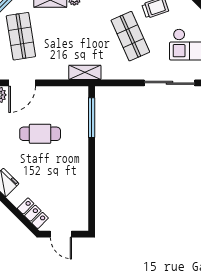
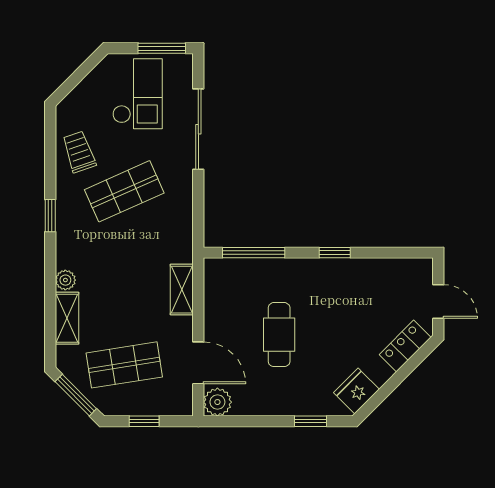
shelving: (85, 72) -> (182, 290), moved
window: (92, 169) -> (335, 253), added
door: (61, 234) -> (438, 301), hinge flipped

